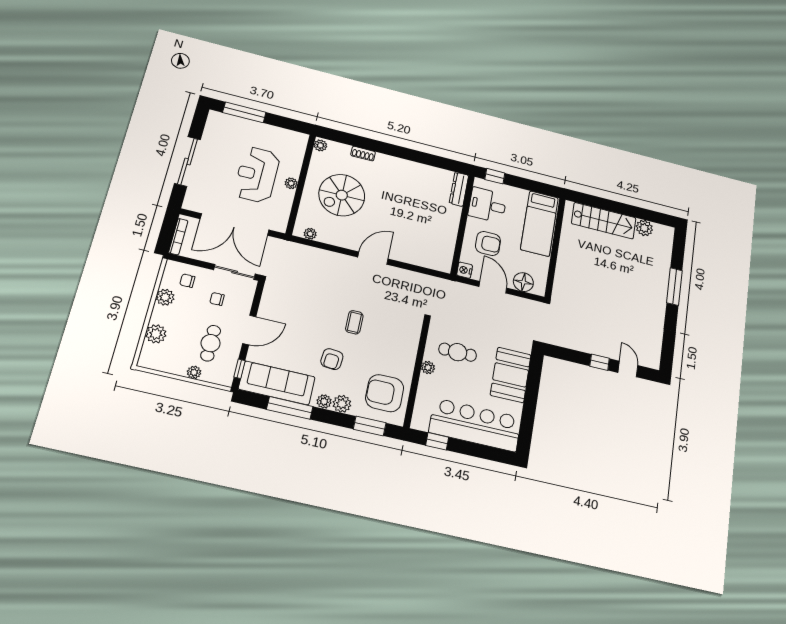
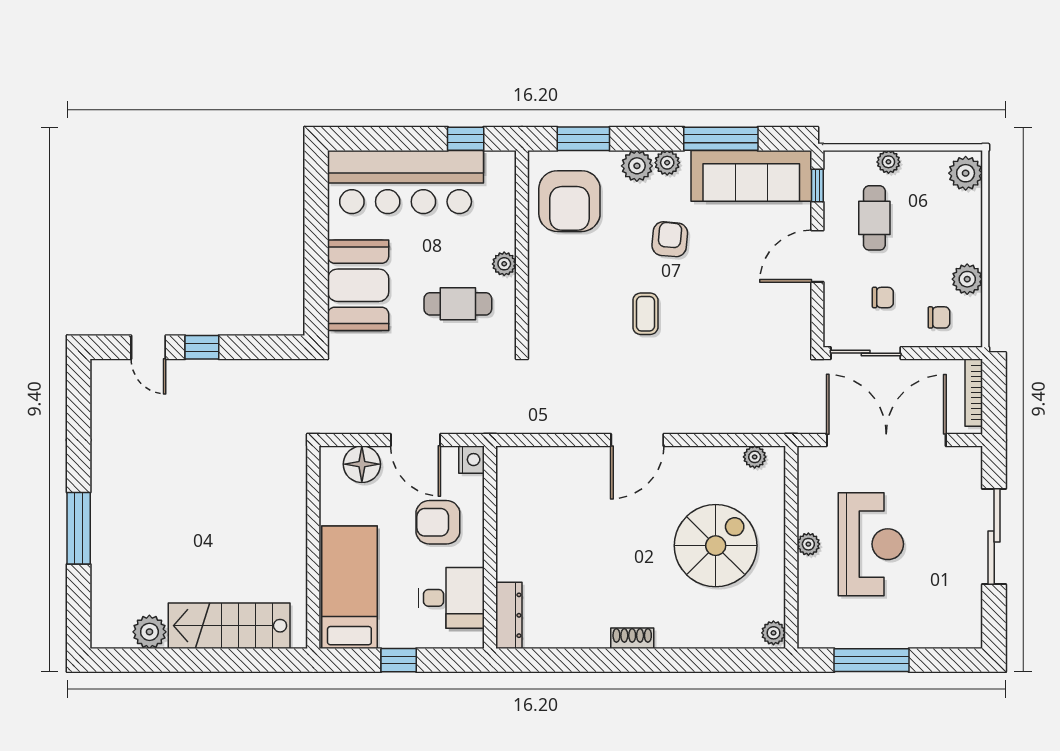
window: (244, 112) -> (872, 660), moved
shoe rack: (363, 154) -> (632, 638), moved
window: (495, 176) -> (399, 660), moved
plant: (156, 334) -> (966, 173), moved
armchair: (385, 393) -> (569, 201), turned 90

